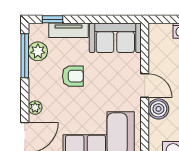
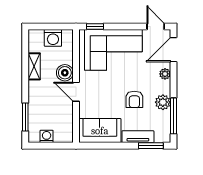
window: (52, 19) -> (151, 146), width x1.50
plant: (38, 51) -> (163, 102), moved
armchair: (73, 76) -> (134, 99), turned -90

